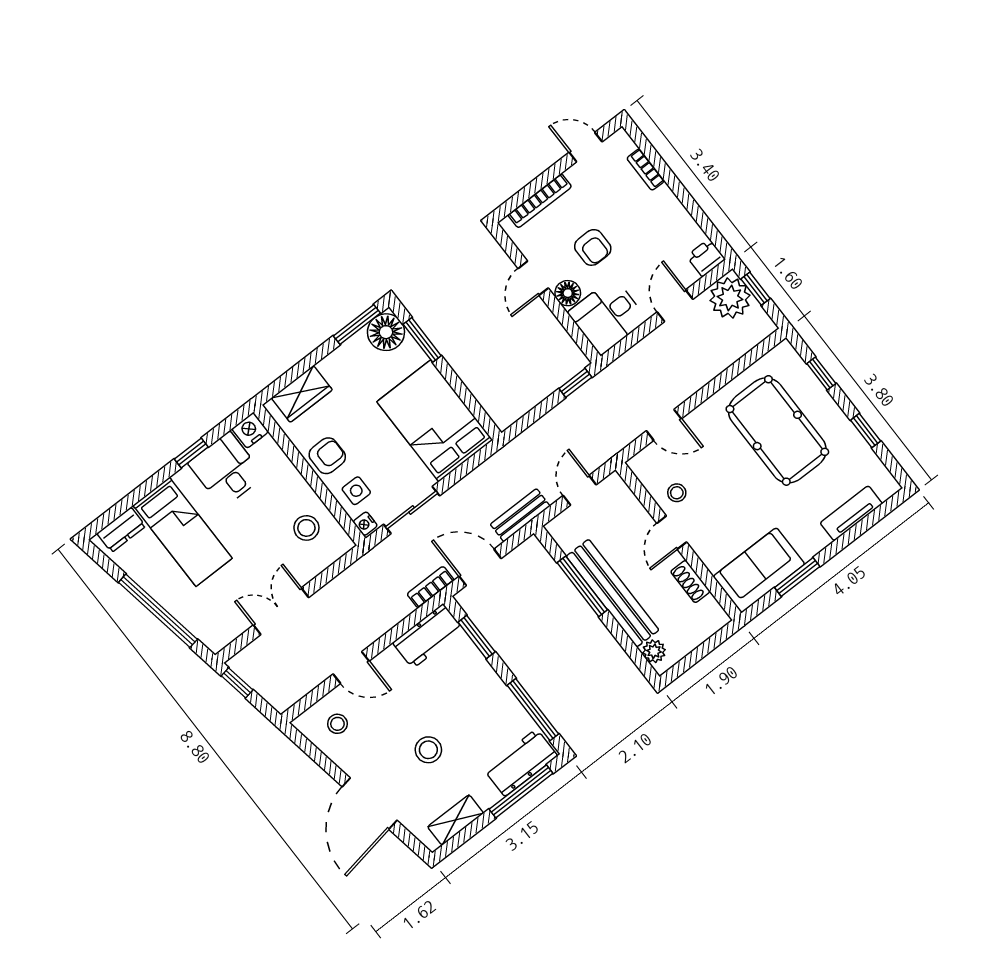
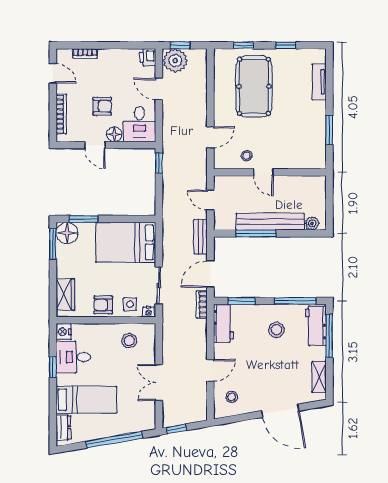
door: (586, 147) -> (53, 73), swing flipped
pool table: (777, 430) -> (254, 86), turned 90
armchair: (327, 456) -> (103, 305), turned -90
sofa: (759, 570) -> (312, 145), removed
shoe rack: (690, 581) -> (293, 181), removed
stool: (428, 750) -> (276, 330), moved

